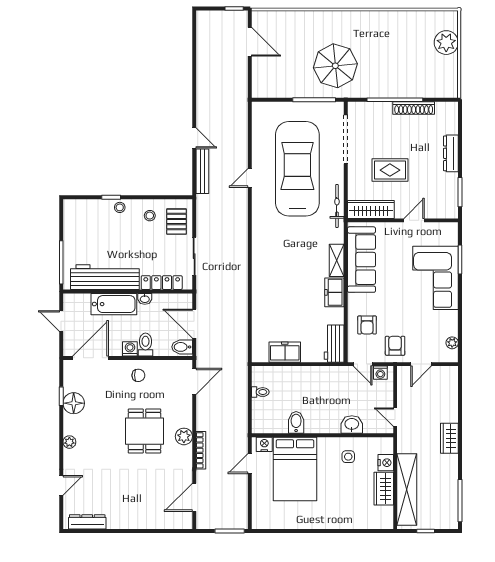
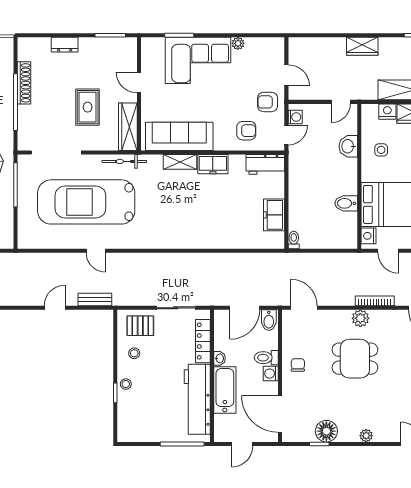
dresser: (451, 153) -> (65, 45), width x0.70
bench: (202, 171) -> (95, 299), width x0.73
plant: (452, 343) -> (238, 43), moved
toilet: (260, 392) -> (294, 240), moved

